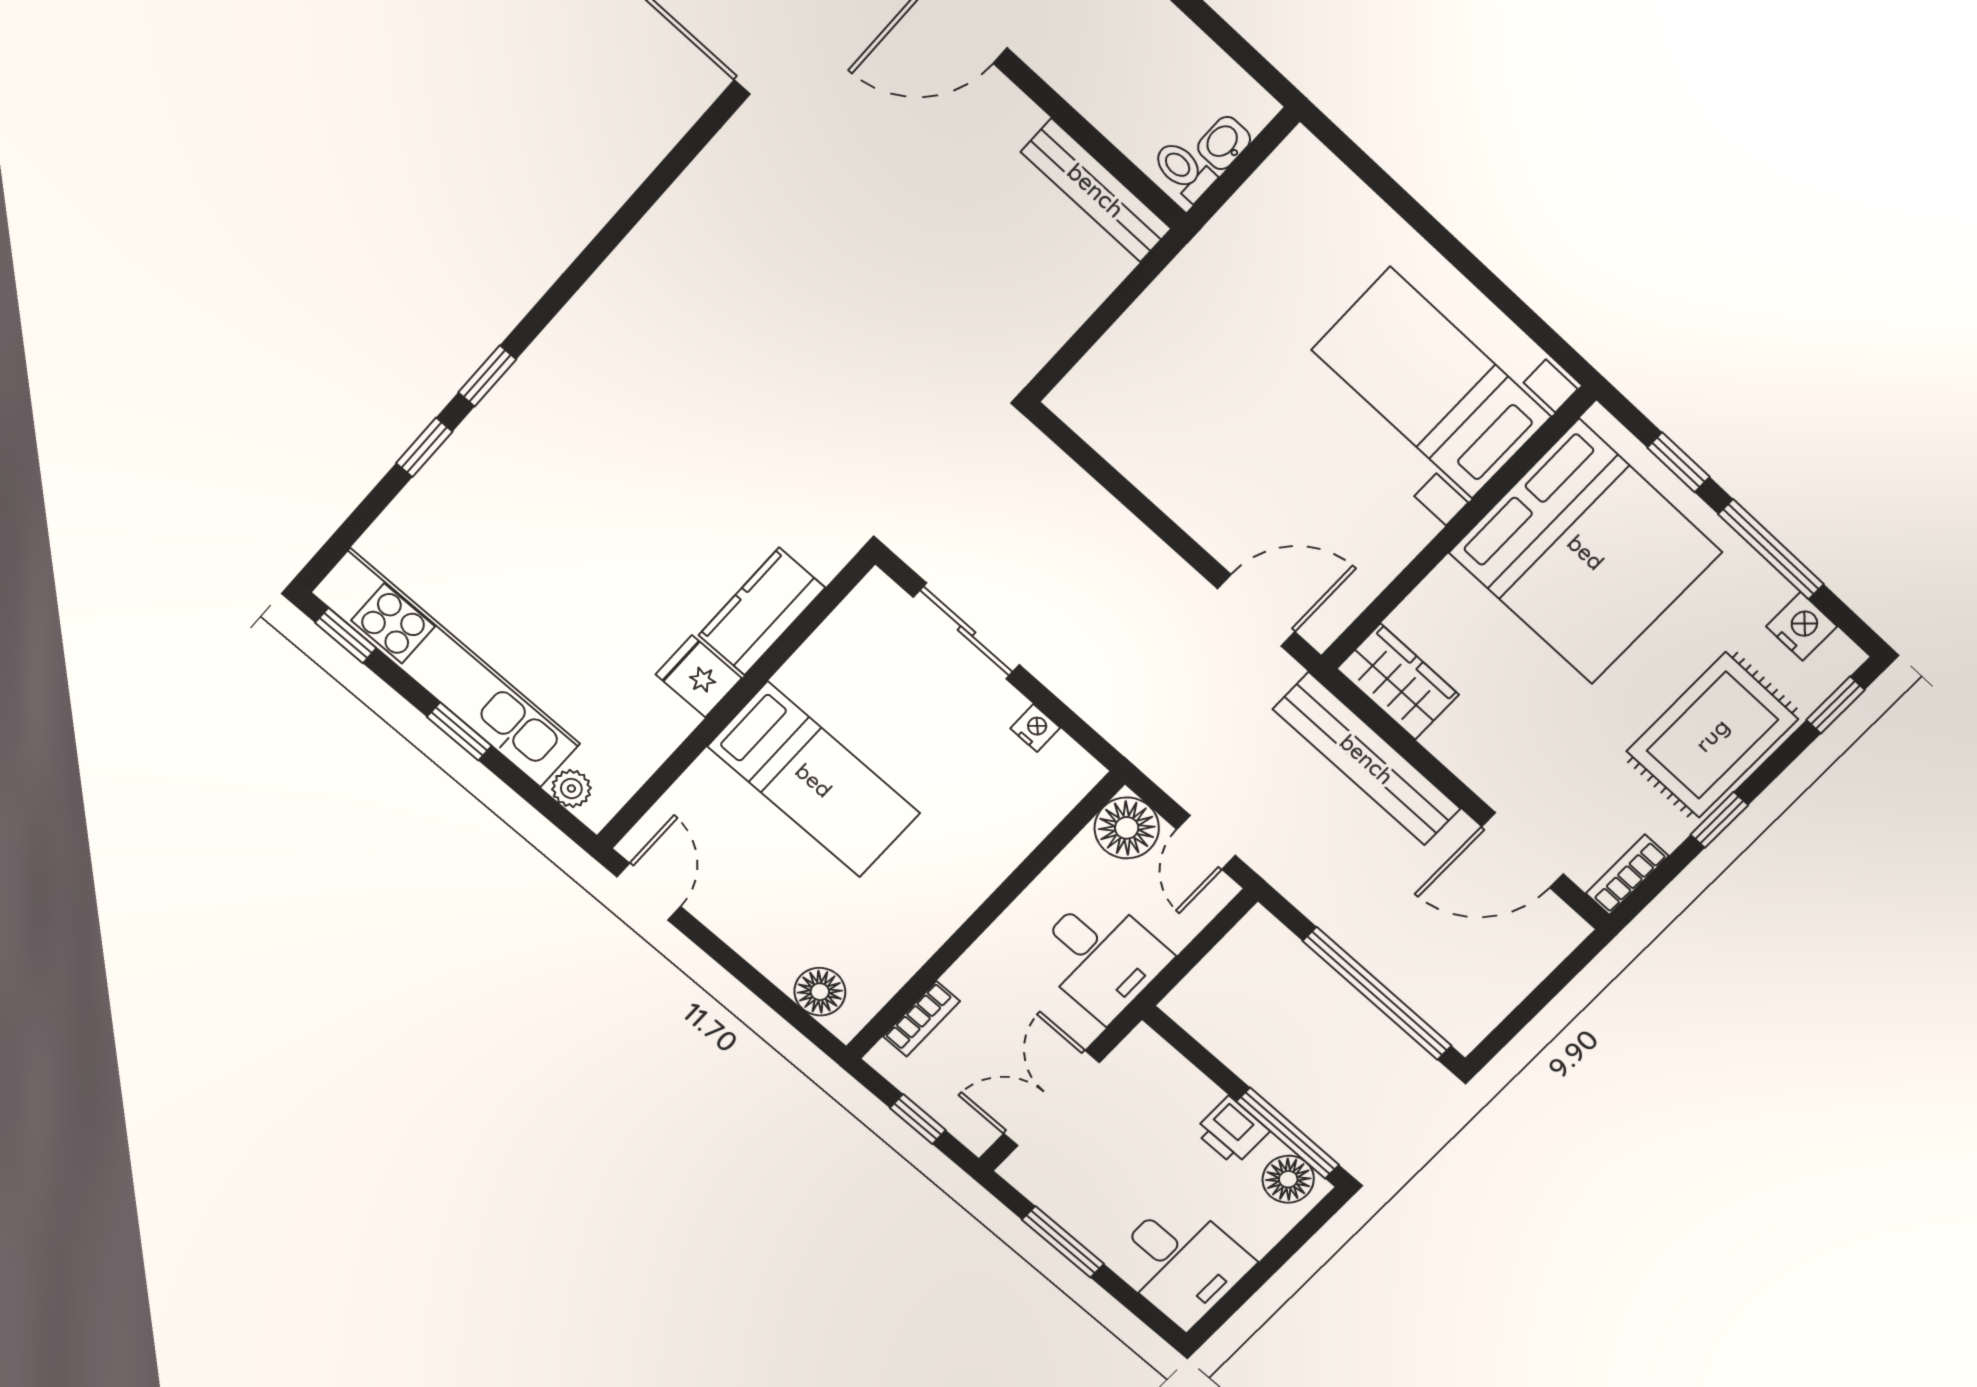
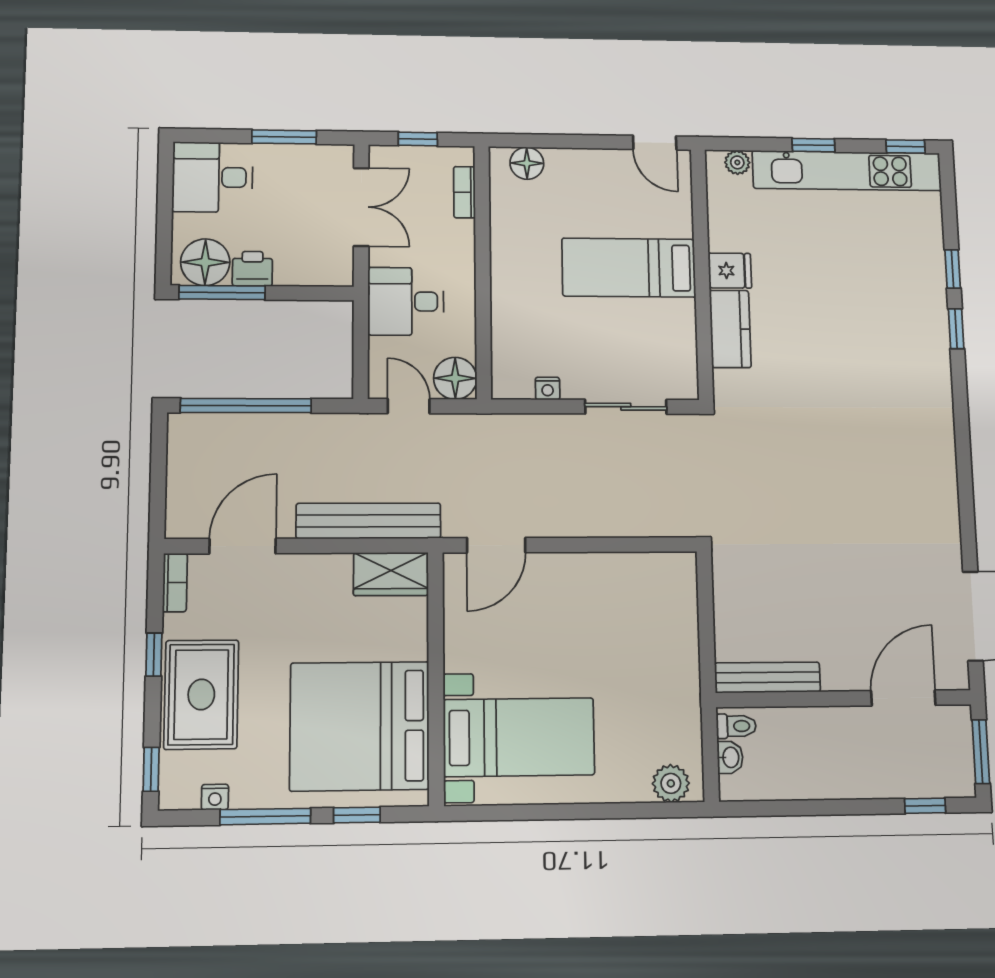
plant: (1317, 178) -> (671, 783), added
nightstand: (1802, 626) -> (215, 797), width x0.72, depth x0.74
floor lamp: (1288, 1179) -> (205, 262), width x1.38, depth x1.38

